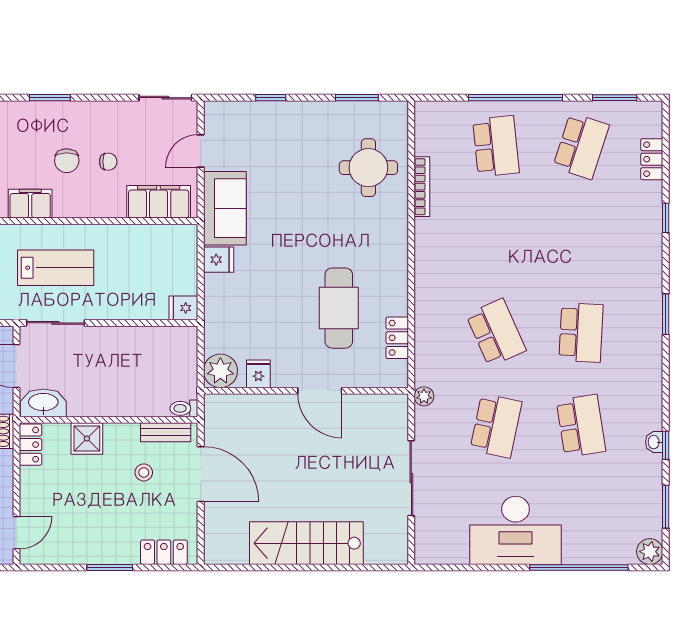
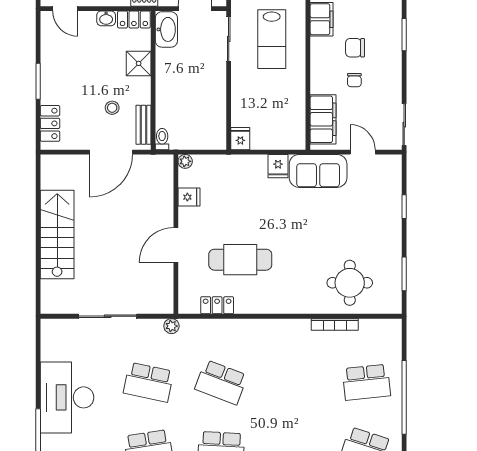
school desk: (496, 333) -> (221, 382), turned 45
plant: (220, 371) -> (185, 161), width x0.53, depth x0.53
washbasin: (29, 480) -> (106, 18), added

